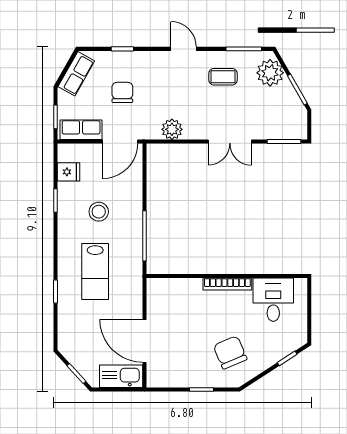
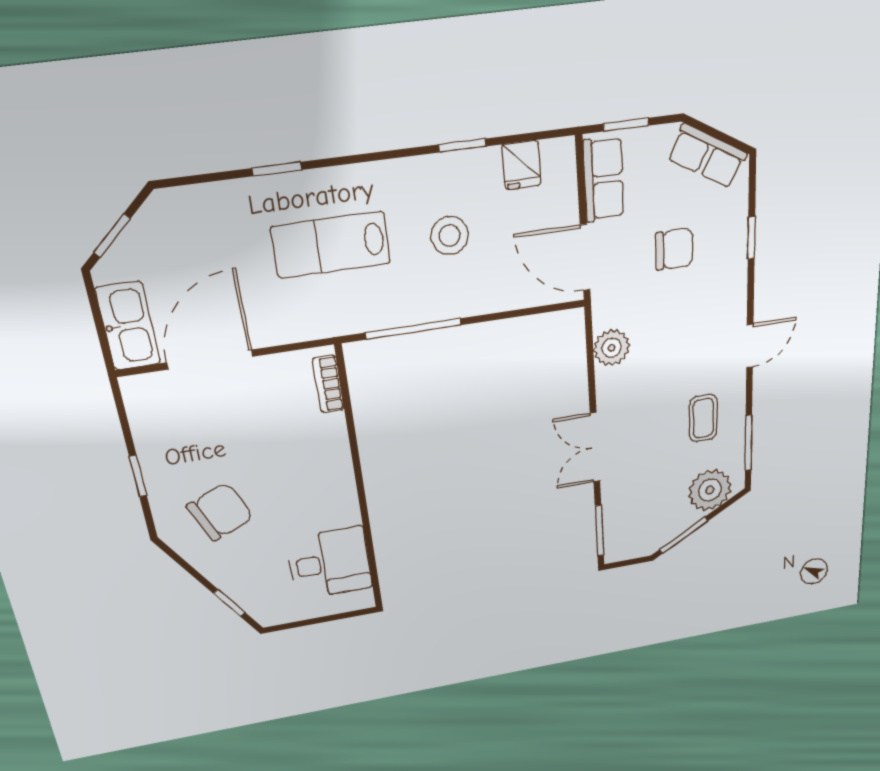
bookcase: (227, 284) -> (328, 384), moved, width x0.64

